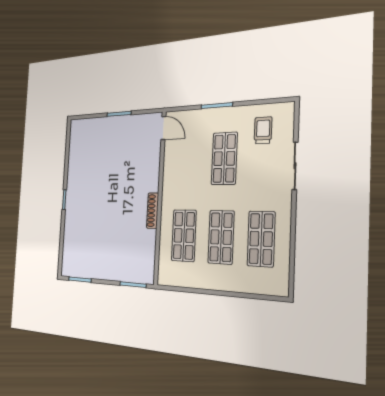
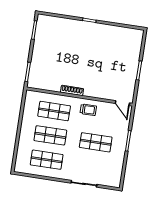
door: (163, 128) -> (122, 103), hinge flipped
trolley: (263, 130) -> (88, 110), moved

